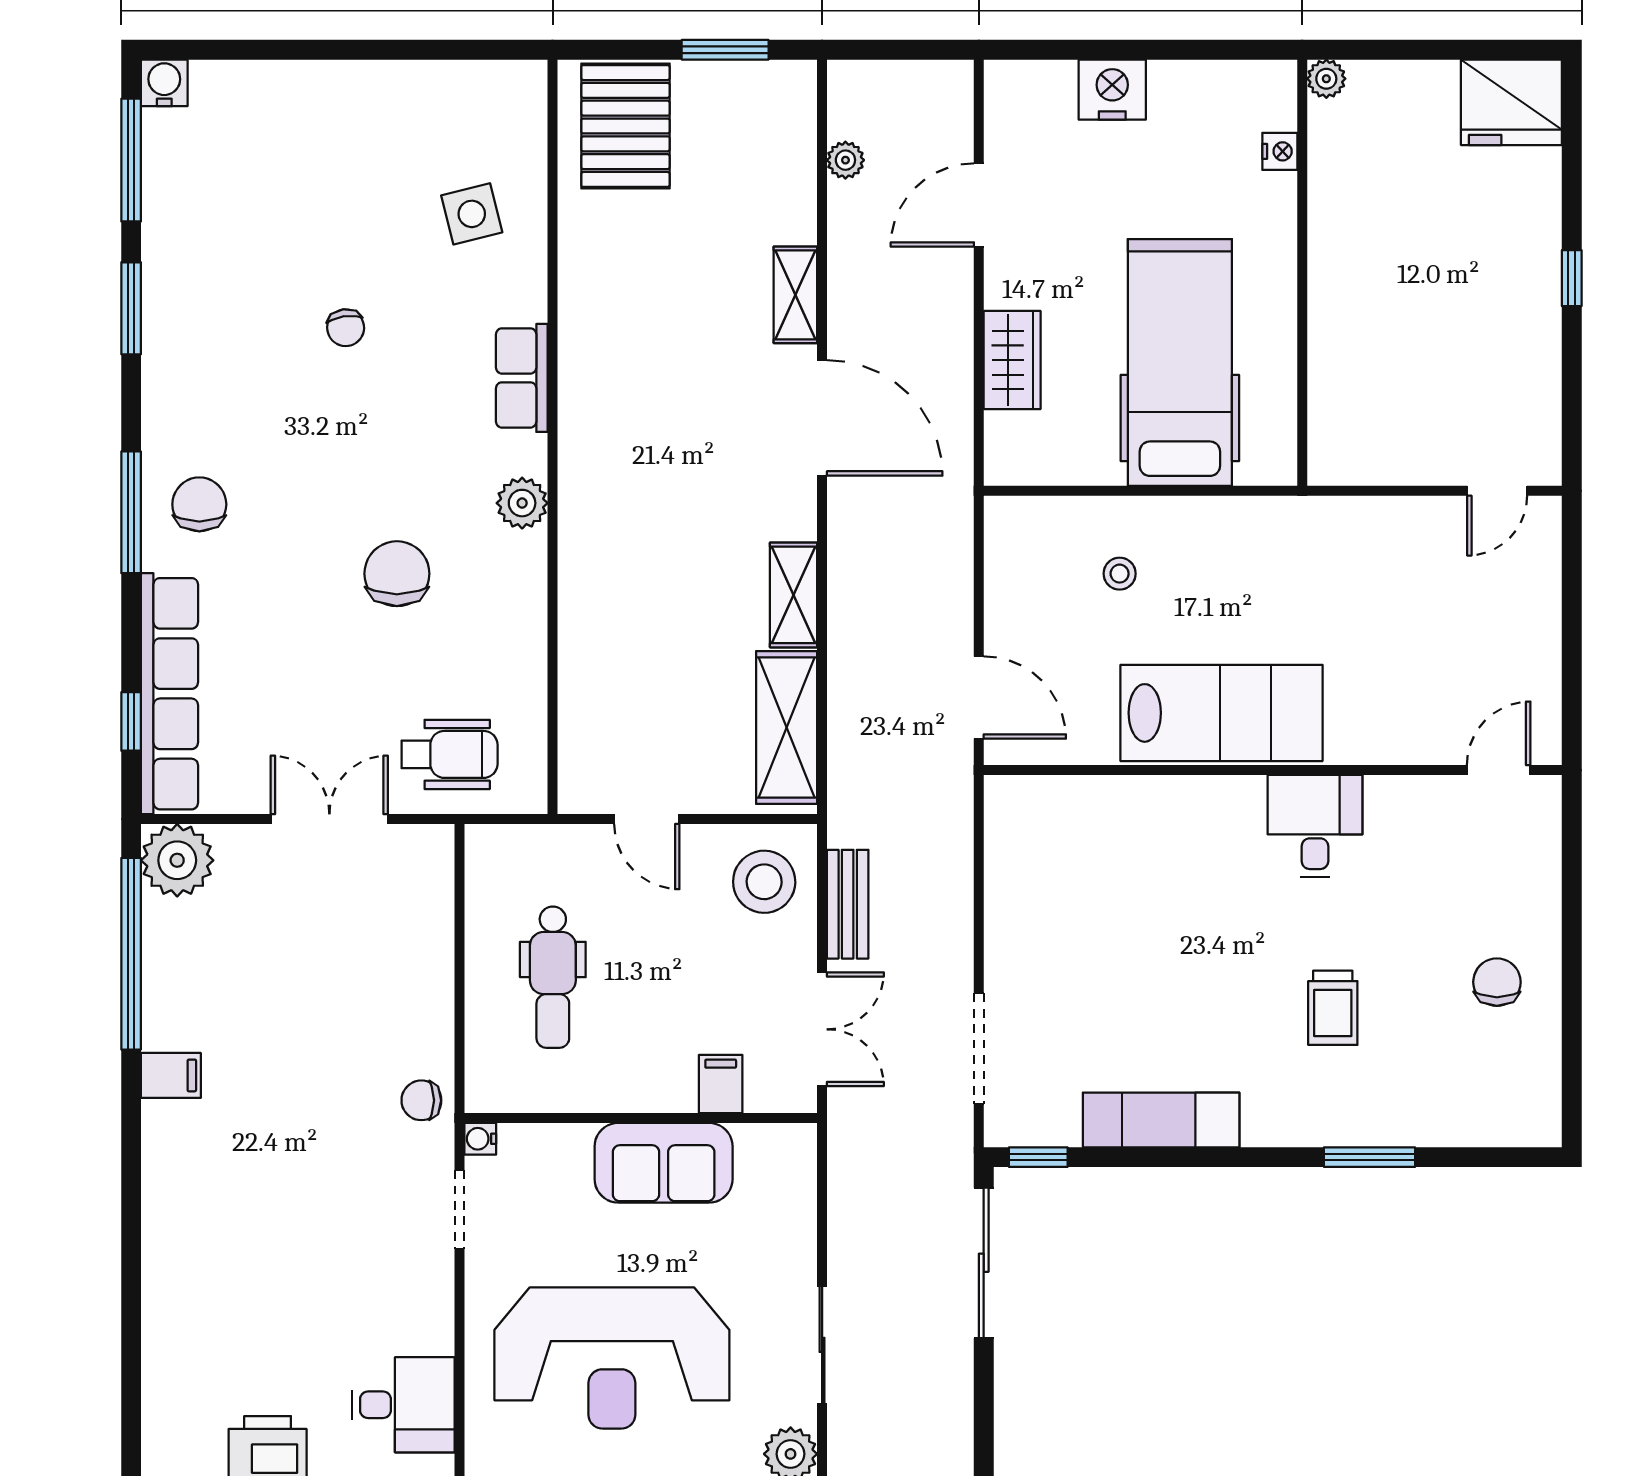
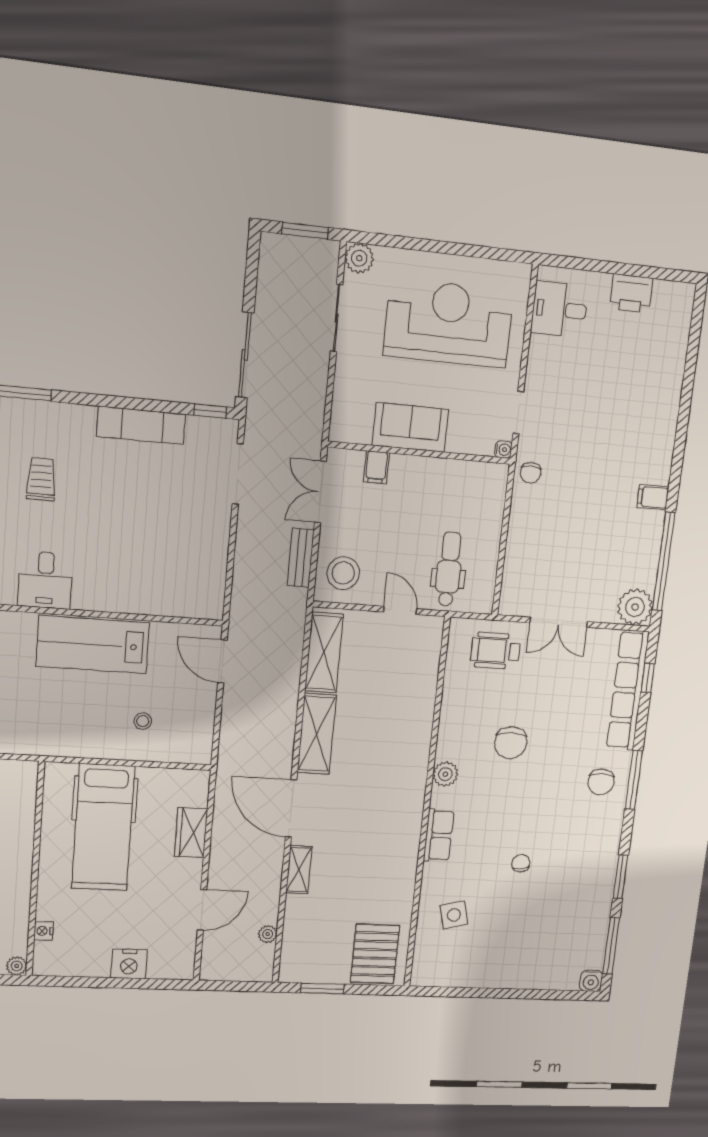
shelving: (794, 595) -> (317, 734), width x1.50, depth x1.33
dental chair: (553, 977) -> (449, 569), moved
chair: (421, 1100) -> (531, 473), turned 90

